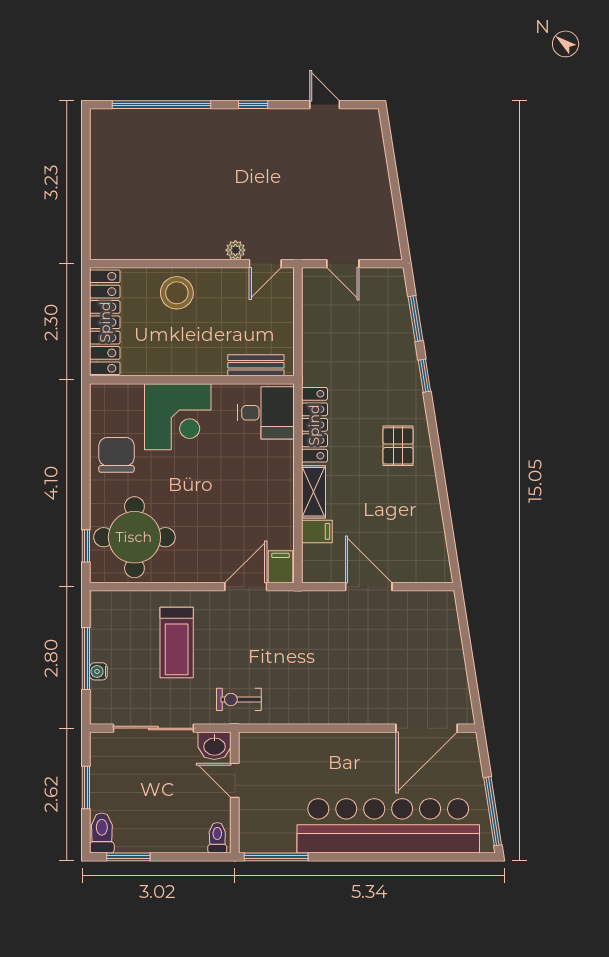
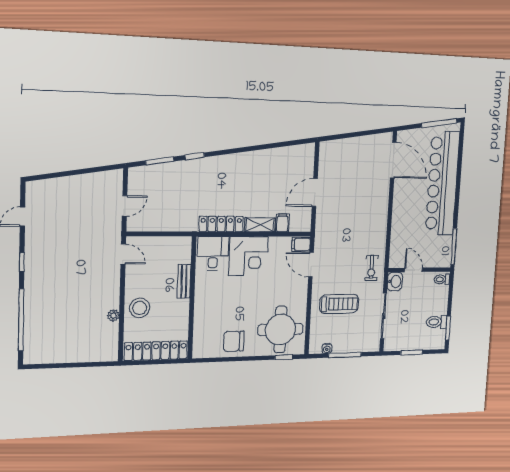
plant: (235, 250) -> (113, 315), moved
bench: (256, 365) -> (184, 281), moved
corner desk: (178, 417) -> (248, 256), moved, turned 90
pallet: (398, 446) -> (236, 173), removed
water cooler: (98, 671) -> (327, 349), moved
door: (235, 780) -> (413, 270), swing flipped
toilet: (102, 833) -> (437, 322), moved

